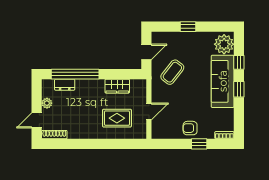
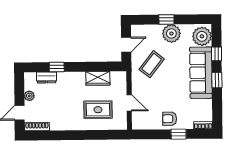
plant: (193, 41) -> (171, 33), added
window: (75, 74) -> (57, 67), width x0.32
door: (149, 111) -> (129, 103), hinge flipped

